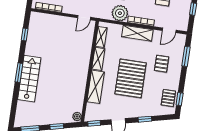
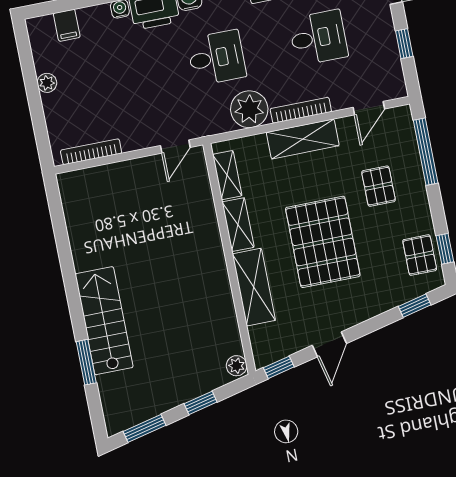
window: (25, 35) -> (60, 229), removed
window: (186, 56) -> (426, 152), width x1.44
window: (19, 73) -> (86, 362), moved
window: (145, 119) -> (415, 306), moved

